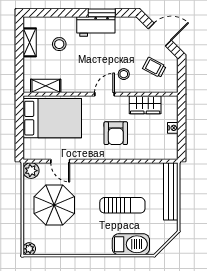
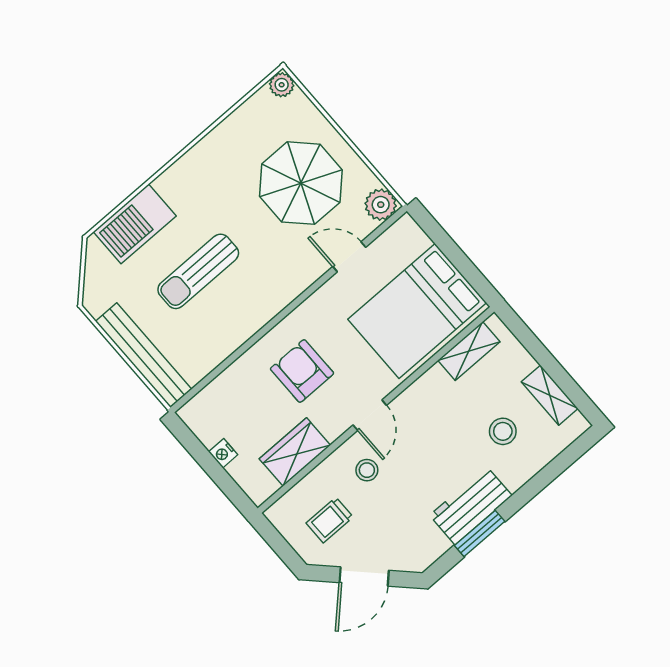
trolley: (154, 67) -> (330, 520), turned 152

